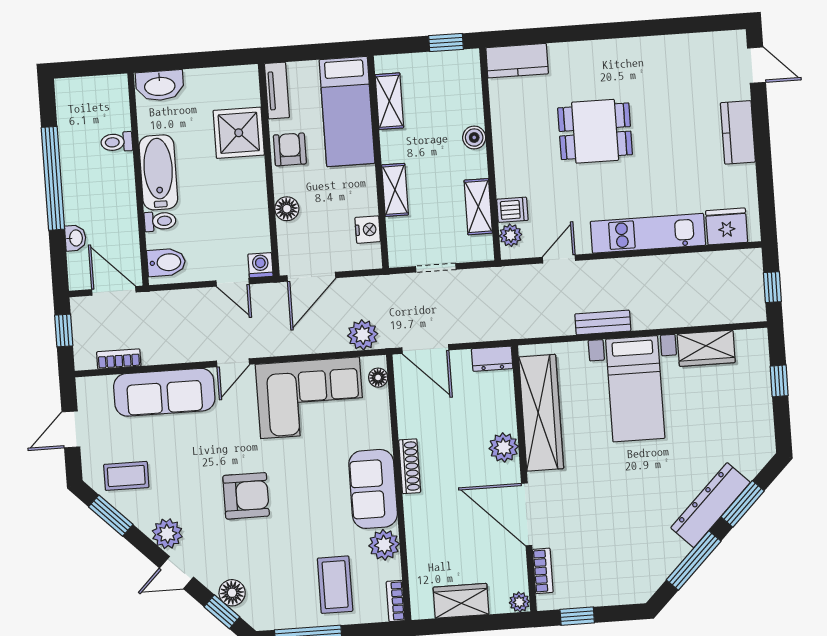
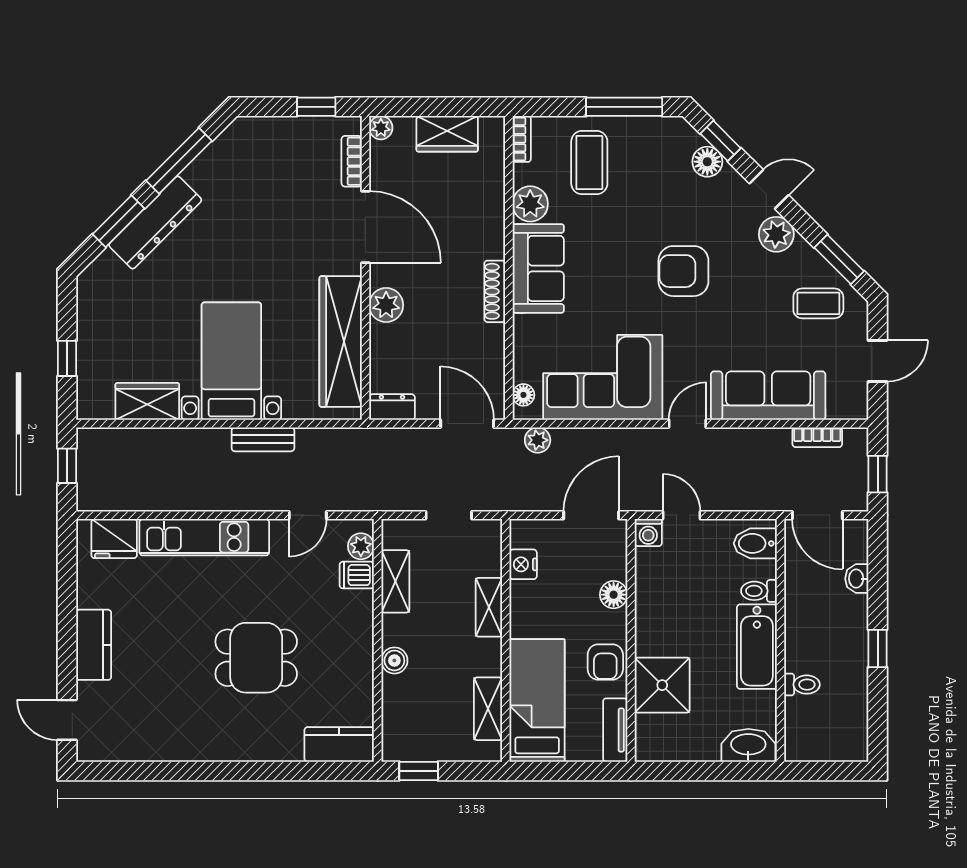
window: (53, 178) -> (878, 648), width x0.32
plant: (363, 335) -> (538, 440), width x0.73, depth x0.73

